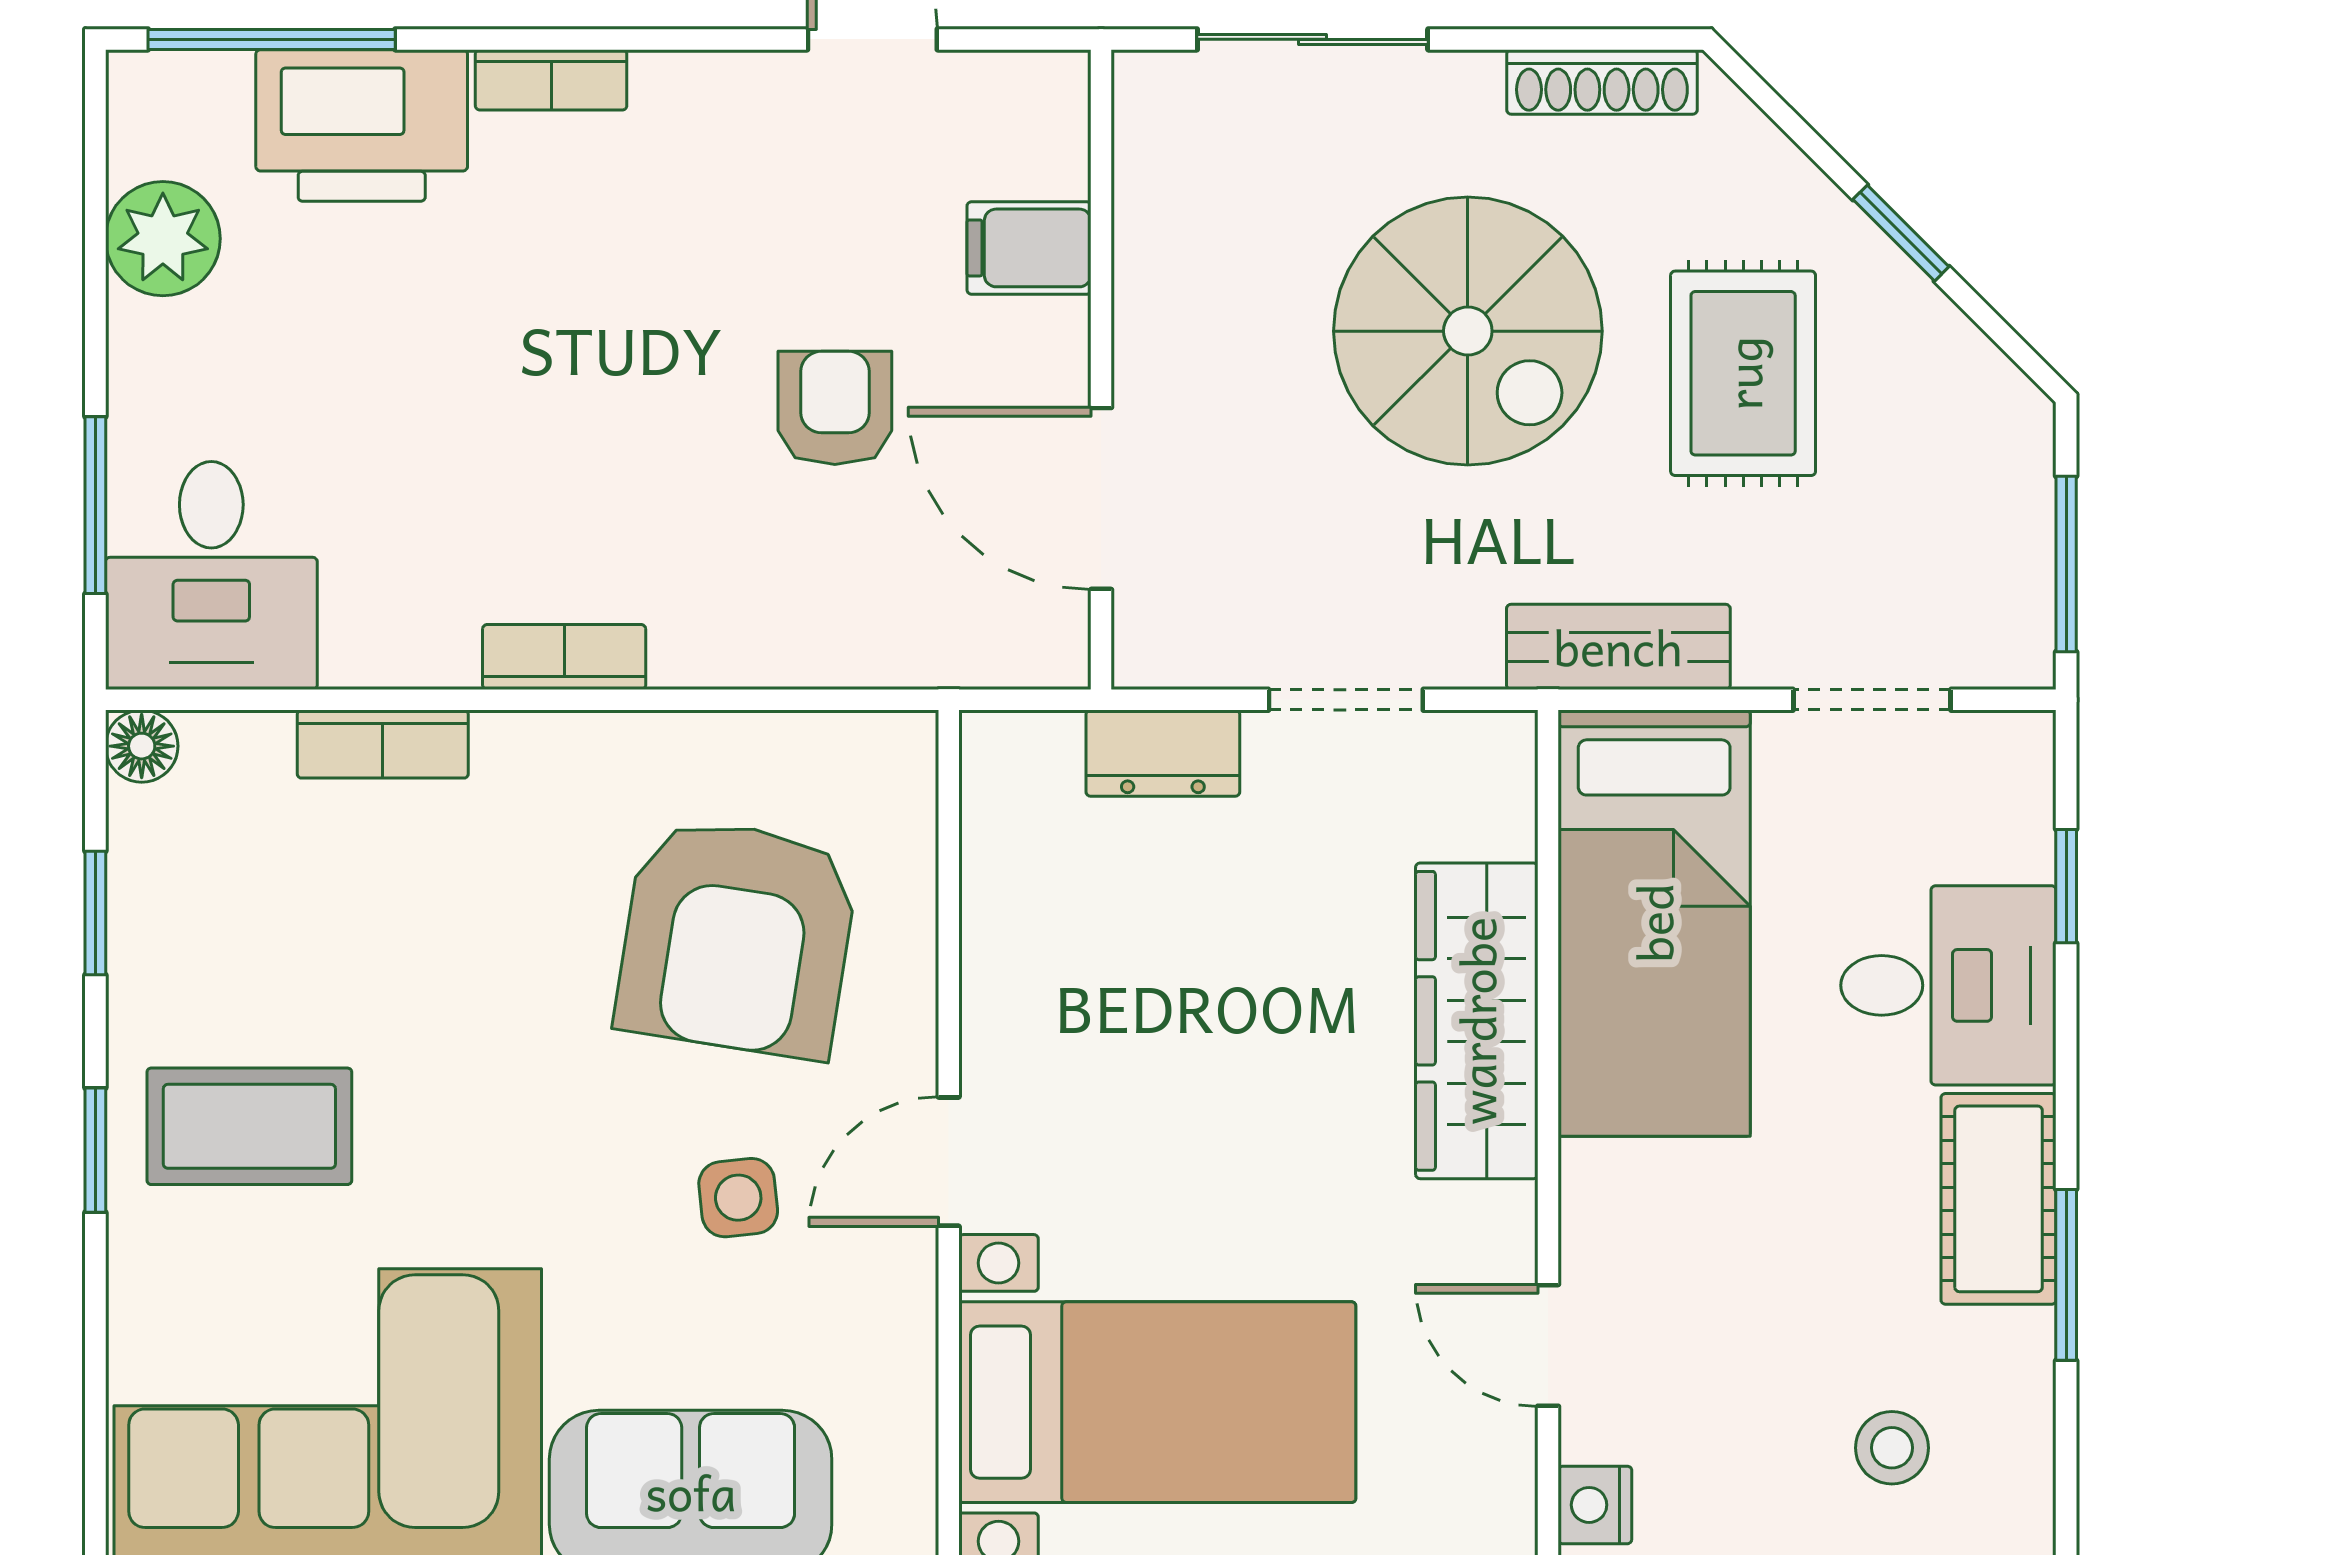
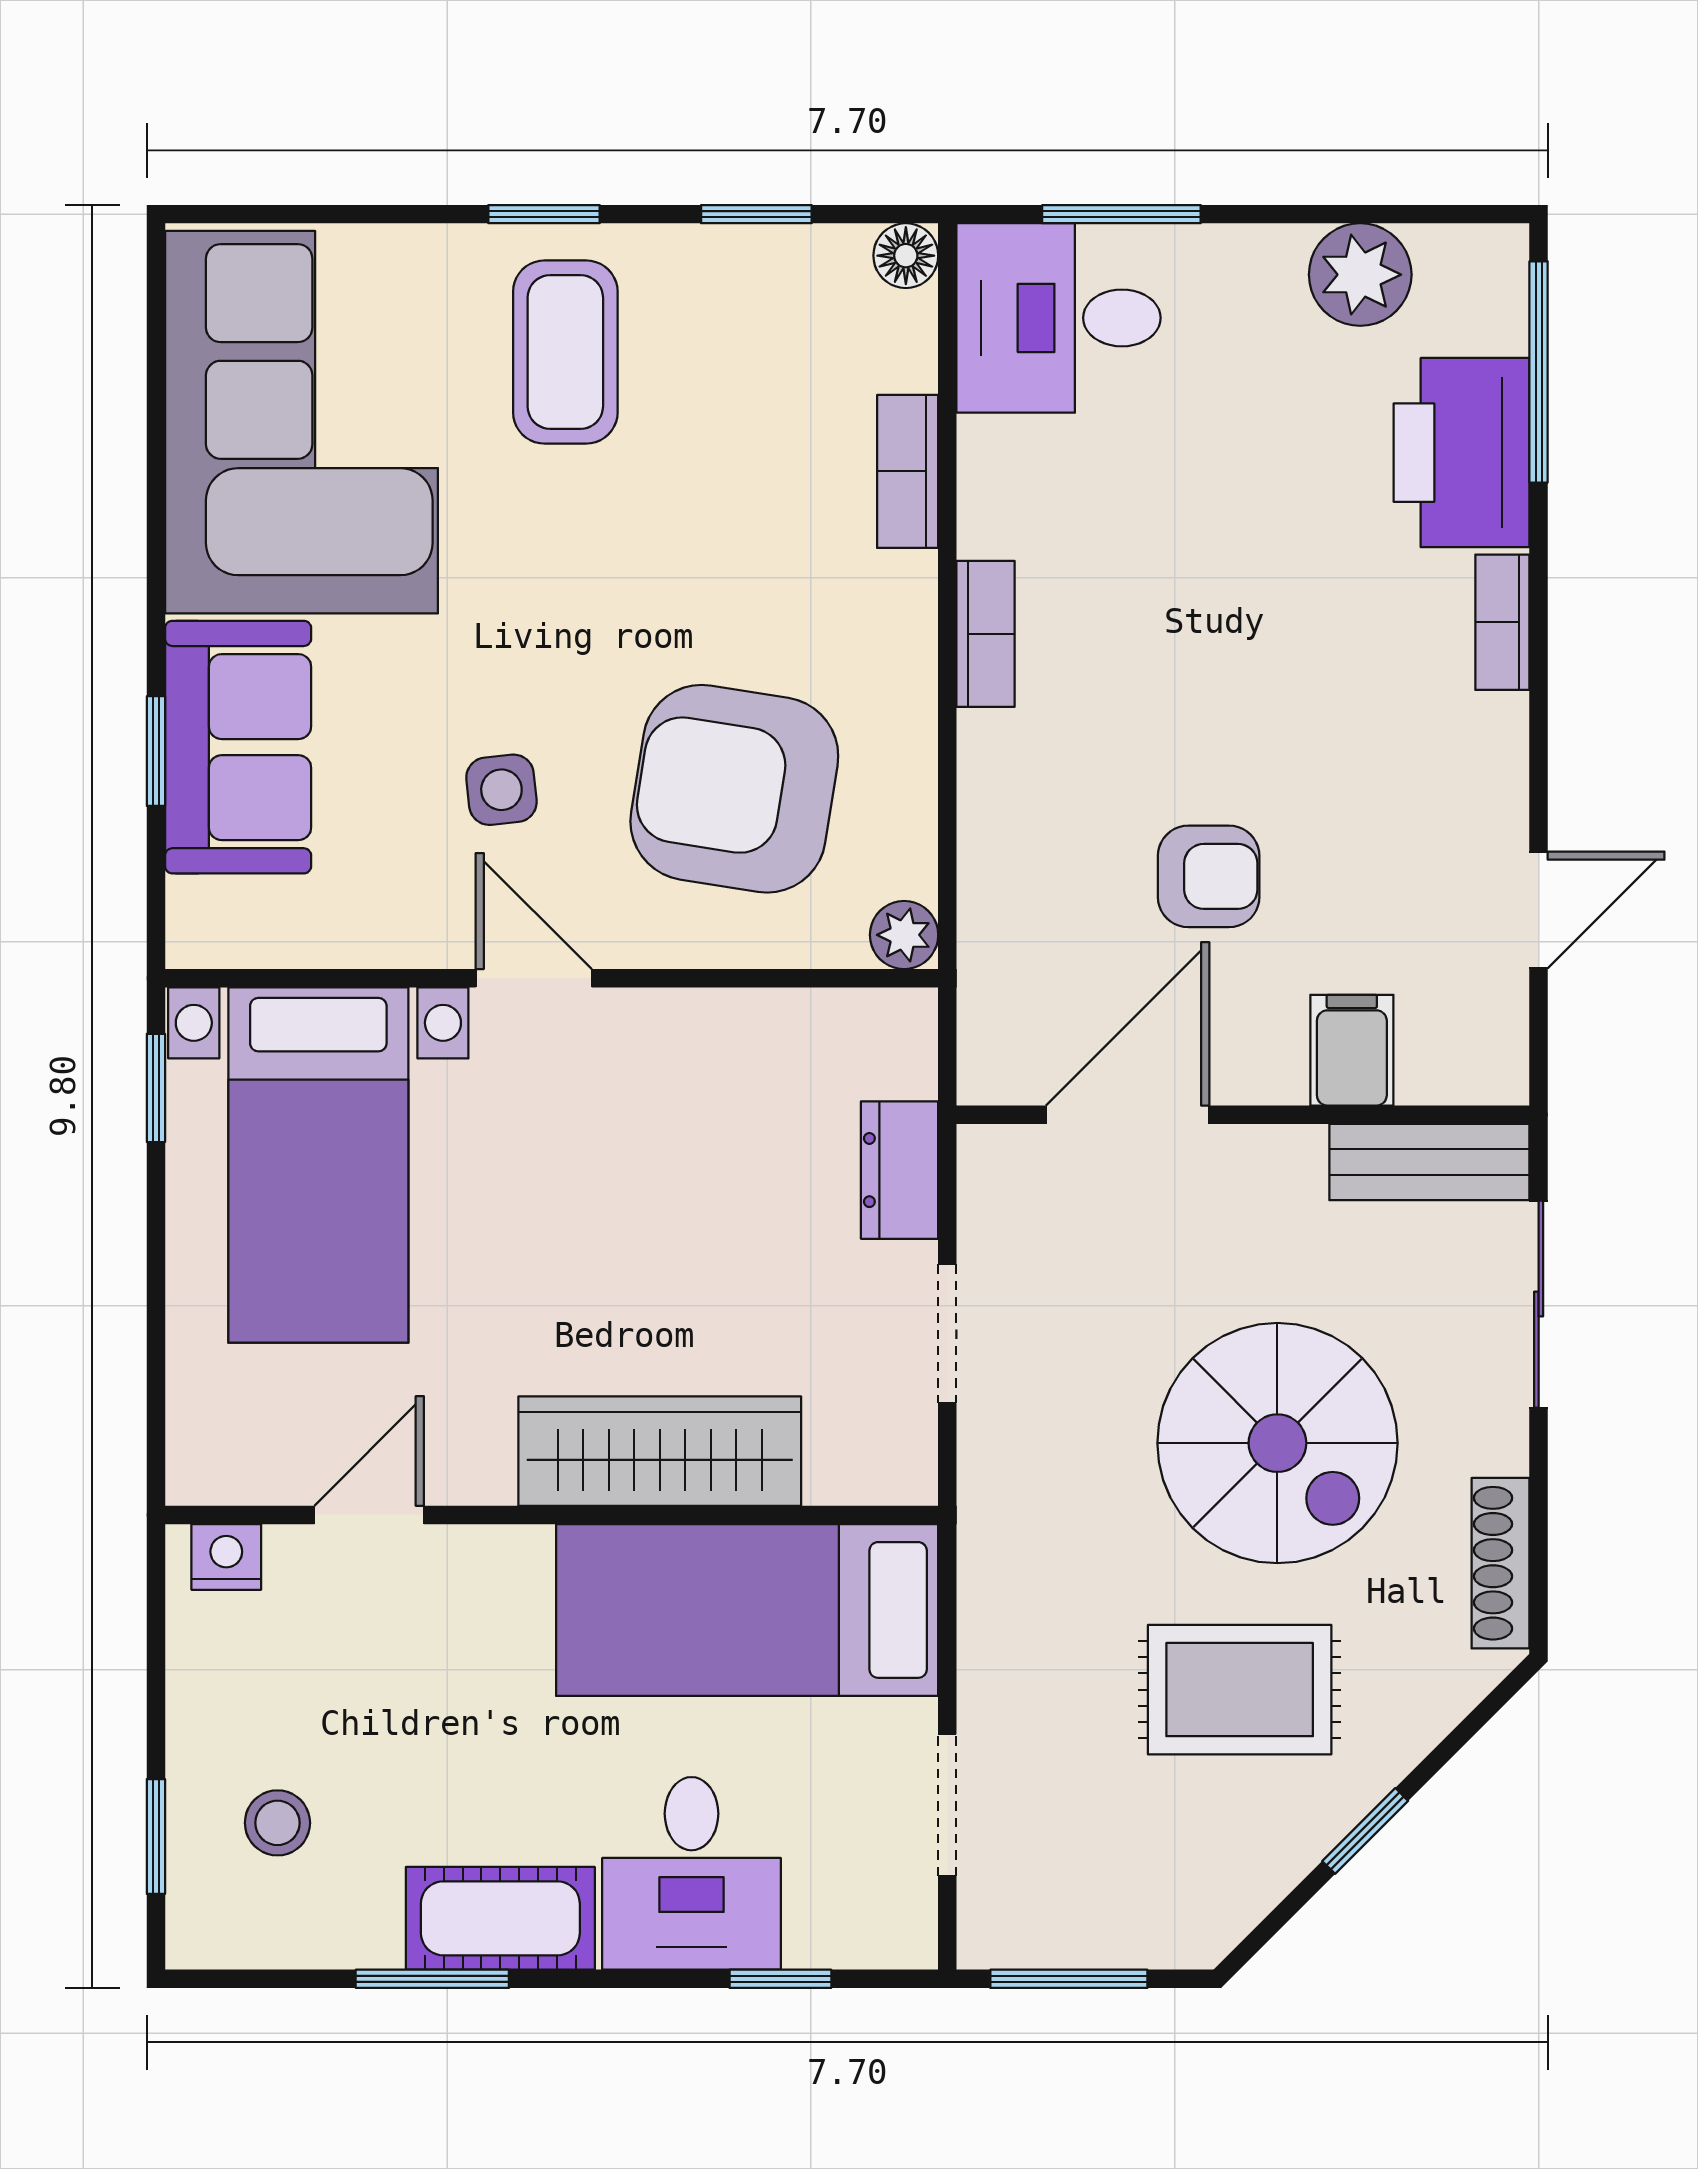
spiral stairs: (1468, 331) -> (1277, 1443), turned -90
bench: (1618, 647) -> (1429, 1162), moved, turned 90
plant: (900, 748) -> (904, 935), added

